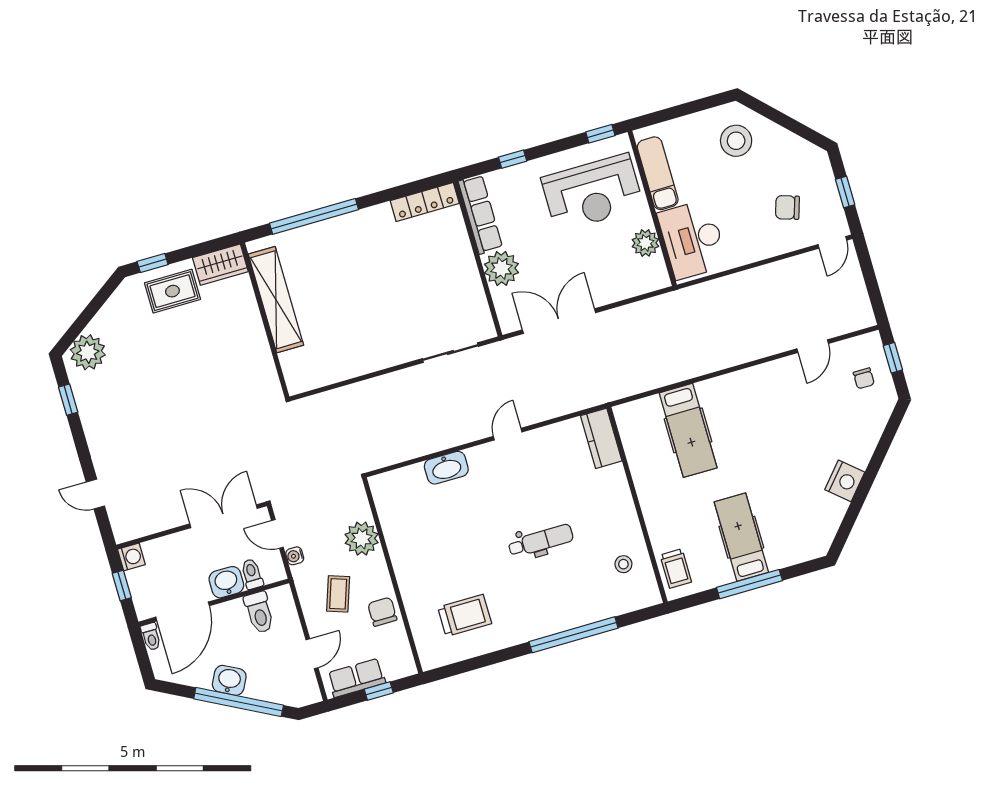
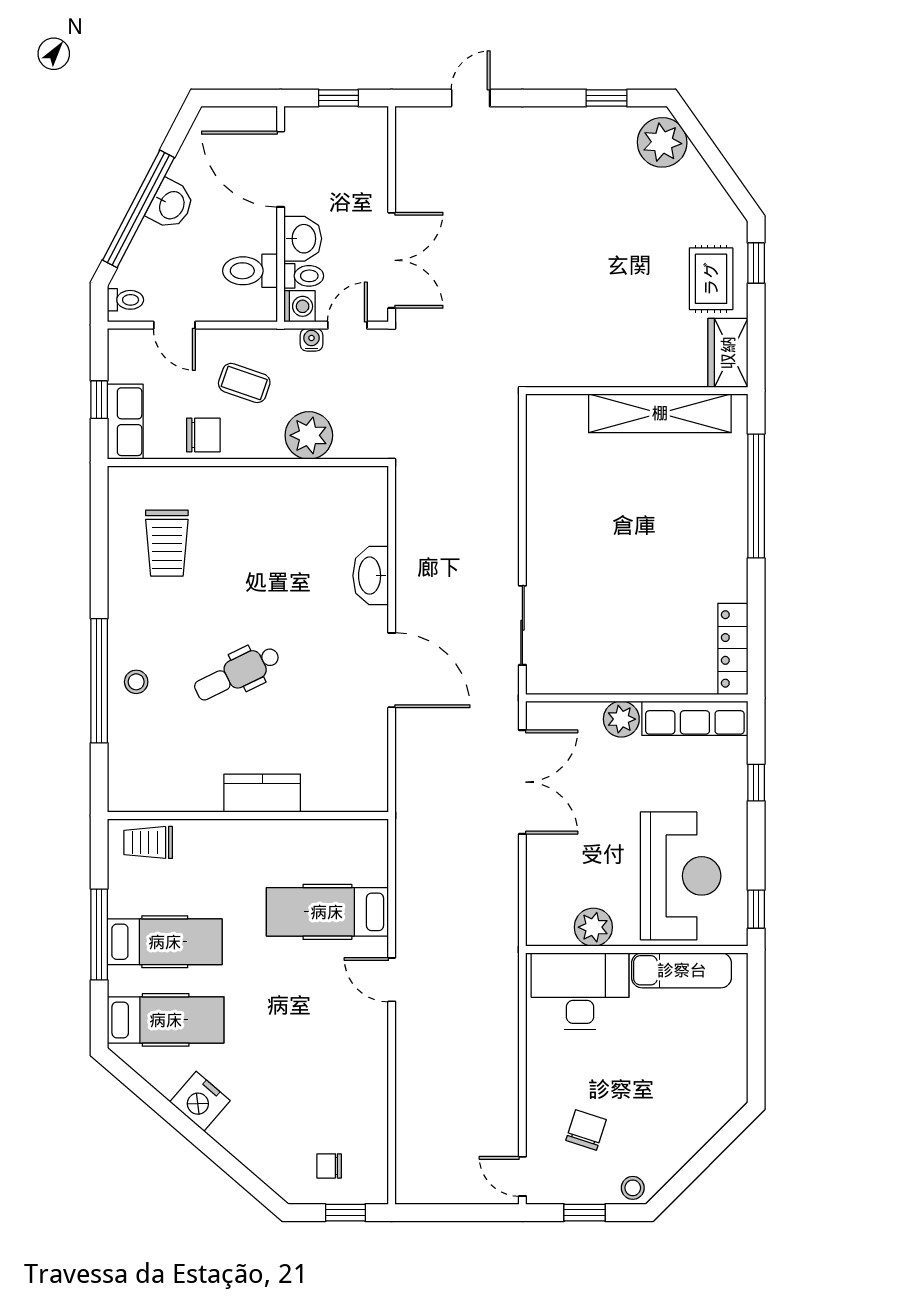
stool: (736, 141) -> (633, 1188), moved, width x0.53, depth x0.53
reception desk: (592, 193) -> (681, 876), turned 180
plant: (501, 268) -> (621, 719), width x0.73, depth x0.73
door: (813, 346) -> (392, 980), moved
door: (508, 434) -> (392, 670), width x1.87
kitchen counter: (601, 438) -> (262, 793), moved
hospital bed: (795, 521) -> (166, 1020), added
dental chair: (541, 541) -> (237, 673), turned 64
washing machine: (131, 557) -> (299, 306), moved, turned -90
stool: (623, 564) -> (136, 682), moved
toilet: (151, 637) -> (125, 300), moved, turned 180
row of seats: (356, 678) -> (125, 422), moved

